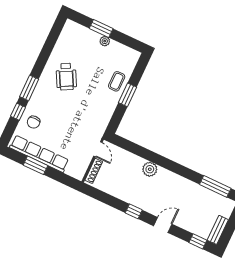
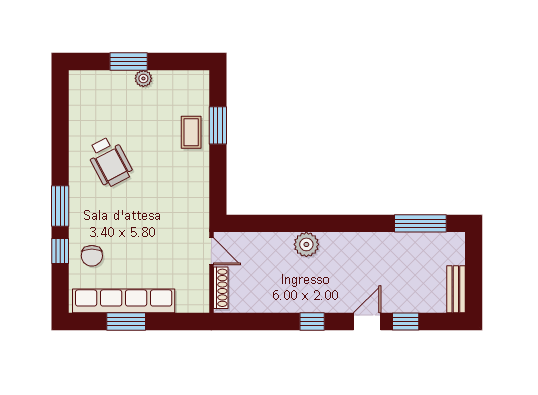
window: (127, 95) -> (218, 125), moved
window: (198, 241) -> (406, 322), moved

